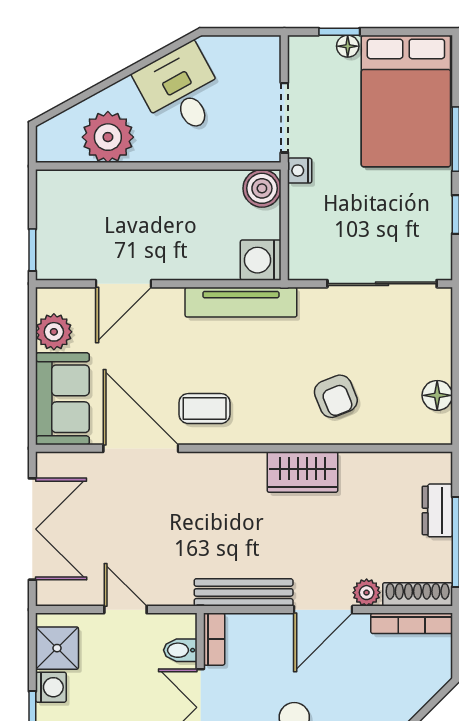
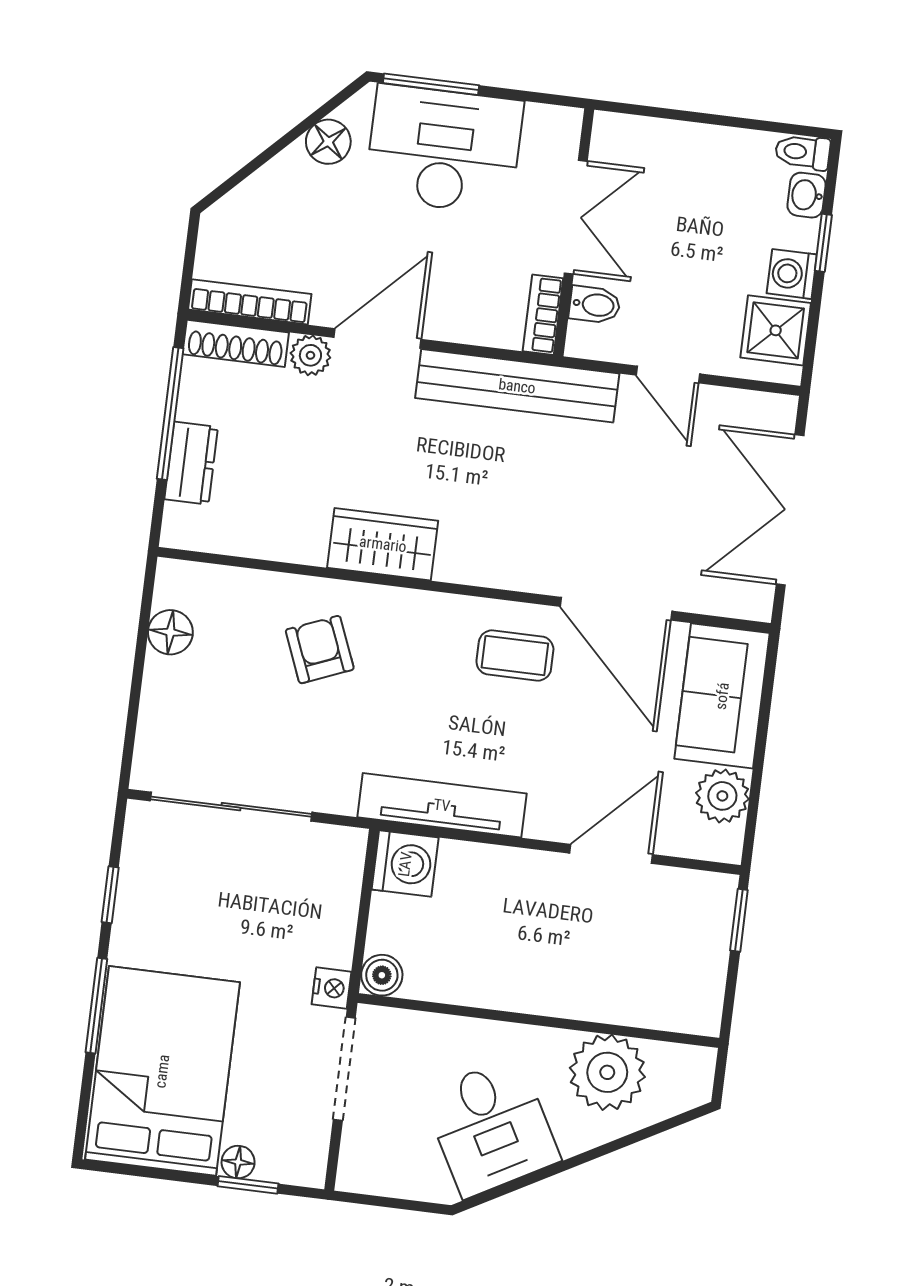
boiler: (262, 188) -> (382, 975), width x0.73, depth x0.73
bench: (244, 592) -> (517, 386), width x1.37, depth x1.21

